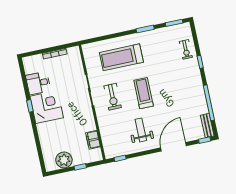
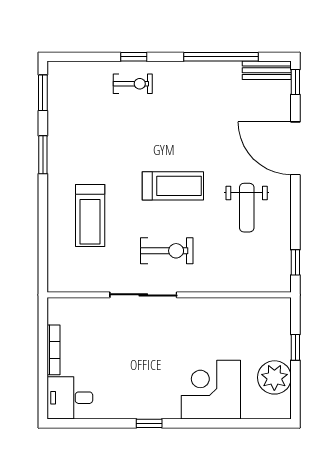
exercise bike: (186, 49) -> (133, 84), moved
treadmill: (121, 57) -> (90, 216), width x0.73, depth x0.73
desk: (38, 83) -> (70, 398), moved, turned 90
treadmill: (144, 93) -> (173, 186), turned 180
corner desk: (47, 107) -> (211, 390), moved
weight bench: (141, 130) -> (247, 208), turned -90
filing cabinet: (93, 140) -> (246, 309), removed

